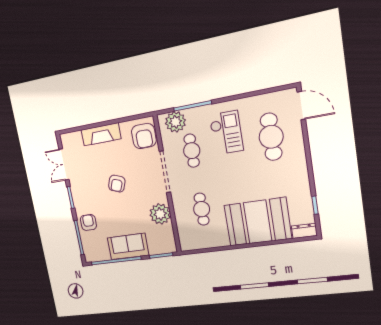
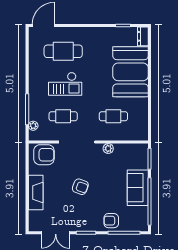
plant: (175, 122) -> (33, 126), width x0.53, depth x0.53
checkout: (226, 133) -> (65, 84), moved, turned 180
plant: (160, 214) -> (108, 148), width x0.53, depth x0.53

